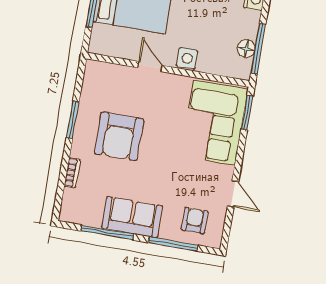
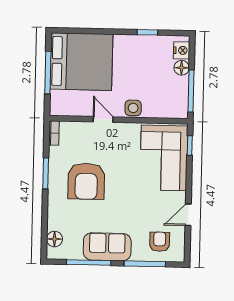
floor lamp: (246, 49) -> (182, 68), moved
window: (247, 113) -> (190, 145), width x0.67
bookcase: (72, 173) -> (54, 133), moved
door: (233, 194) -> (188, 215), swing flipped
floor lamp: (71, 199) -> (54, 239), added

